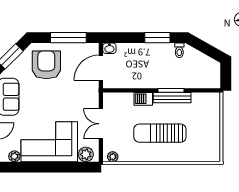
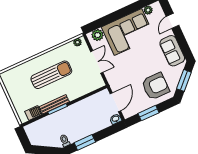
window: (68, 38) -> (149, 113), width x0.69
armchair: (46, 65) -> (155, 86), turned -90
barbecue: (143, 99) -> (33, 113), moved

